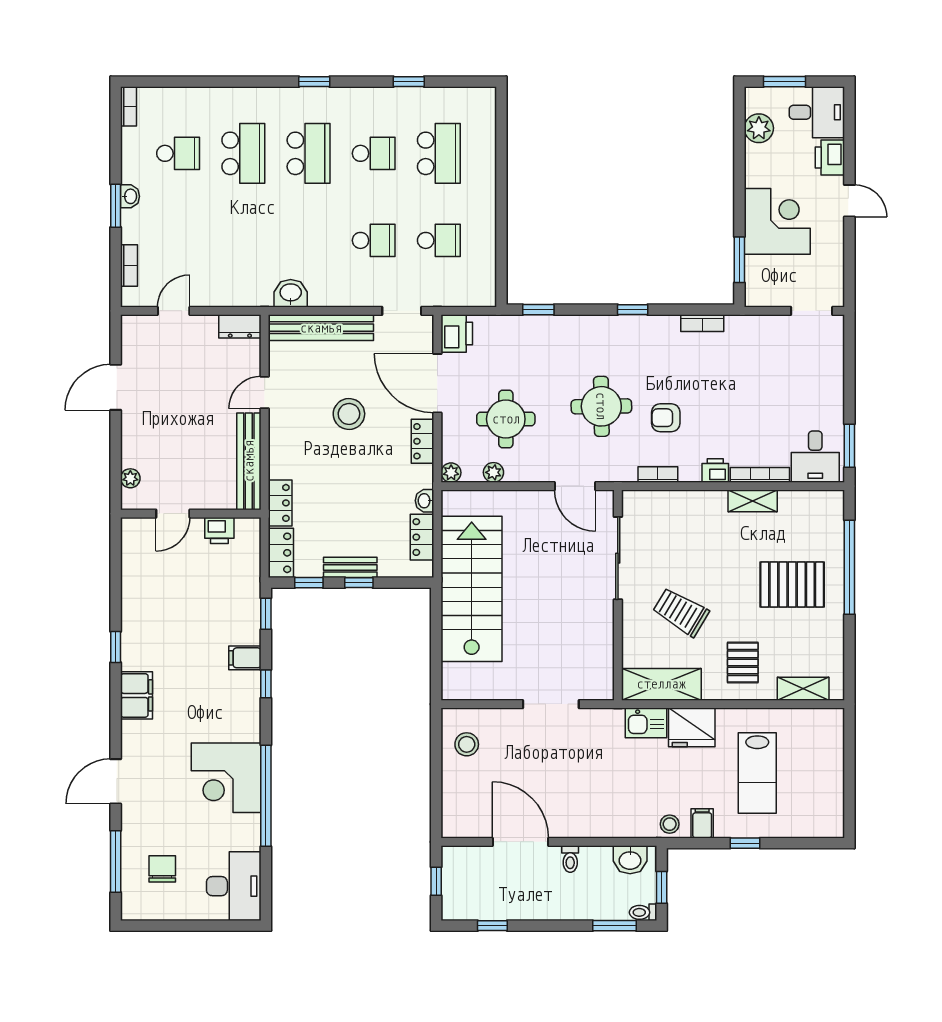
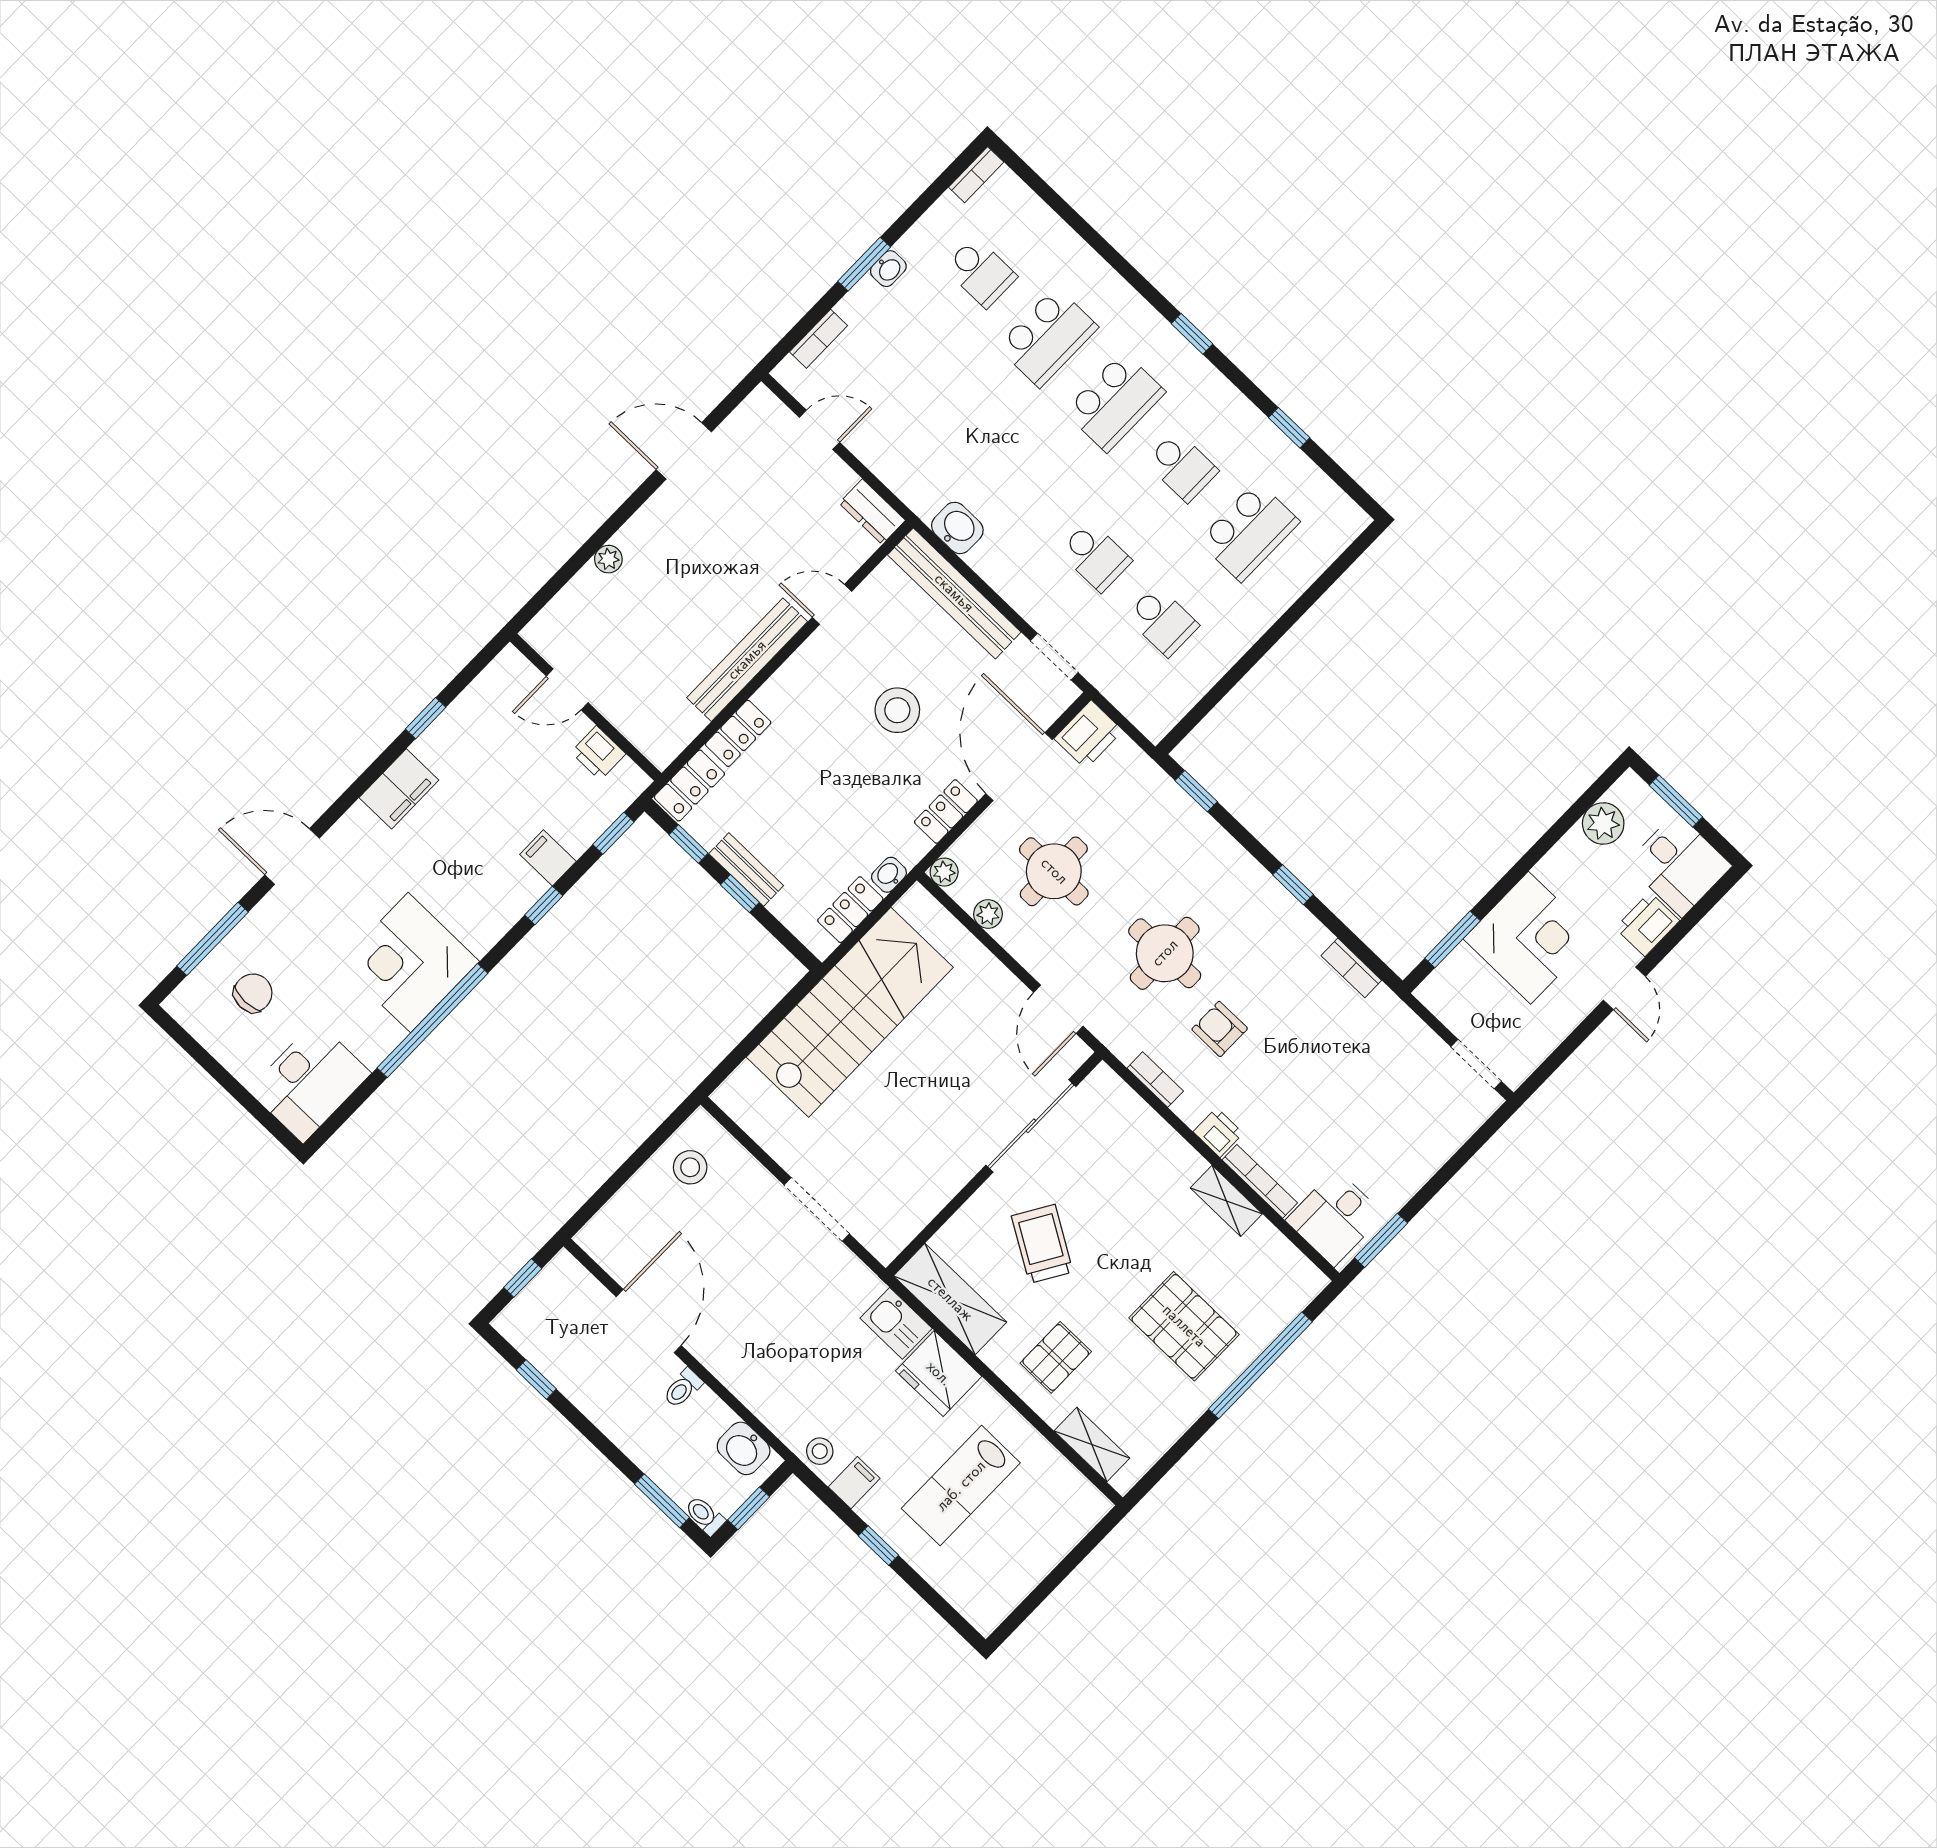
door: (173, 514) -> (567, 689), moved
wall: (191, 514) -> (586, 707), moved
printer: (219, 531) -> (598, 753), moved

